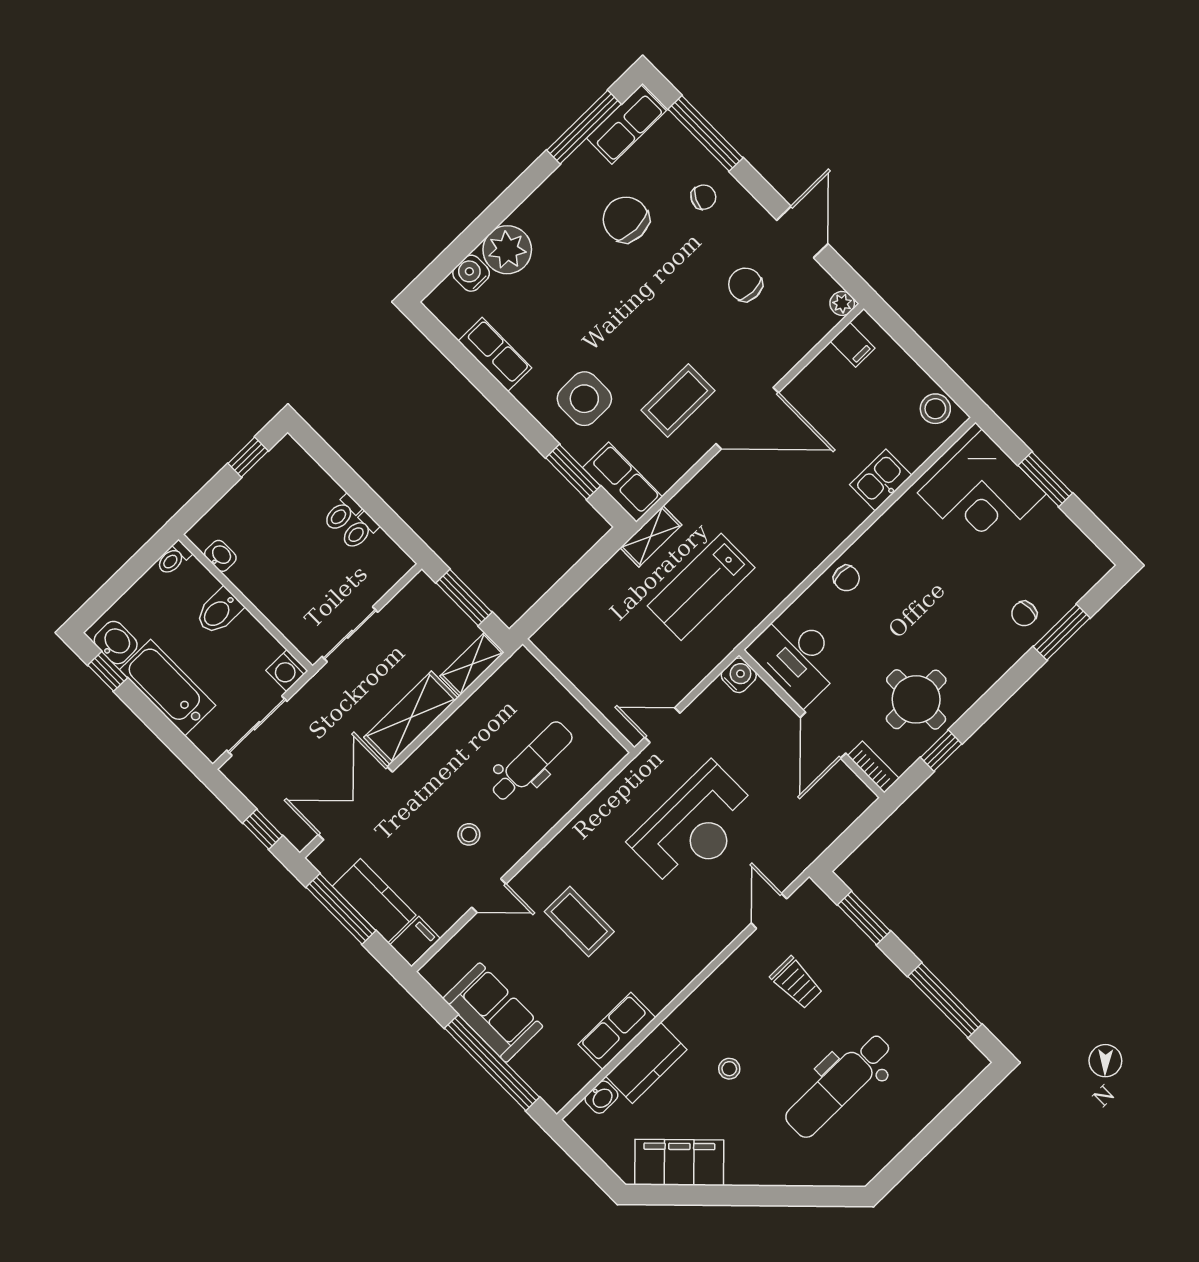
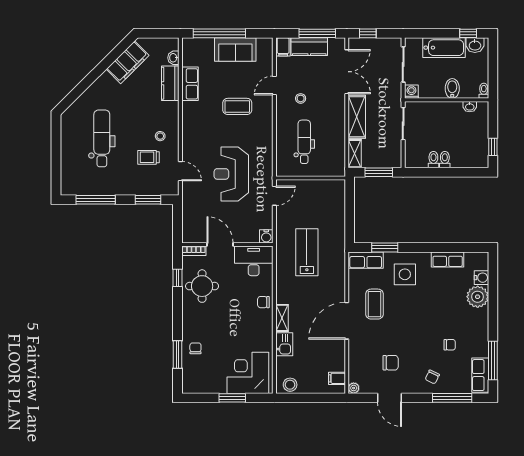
chair: (626, 219) -> (450, 345), width x0.54, depth x0.54
shelving: (651, 536) -> (282, 318), moved
dental chair: (531, 762) -> (304, 142), turned 180
stool: (729, 1069) -> (160, 136), moved

